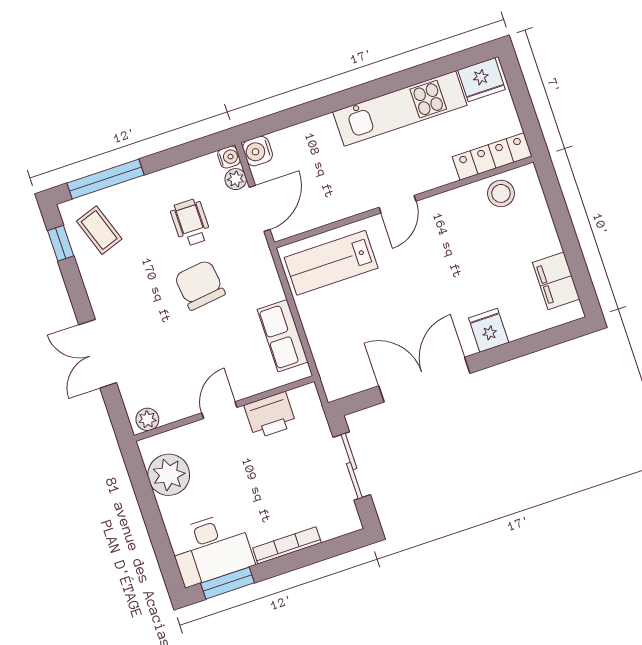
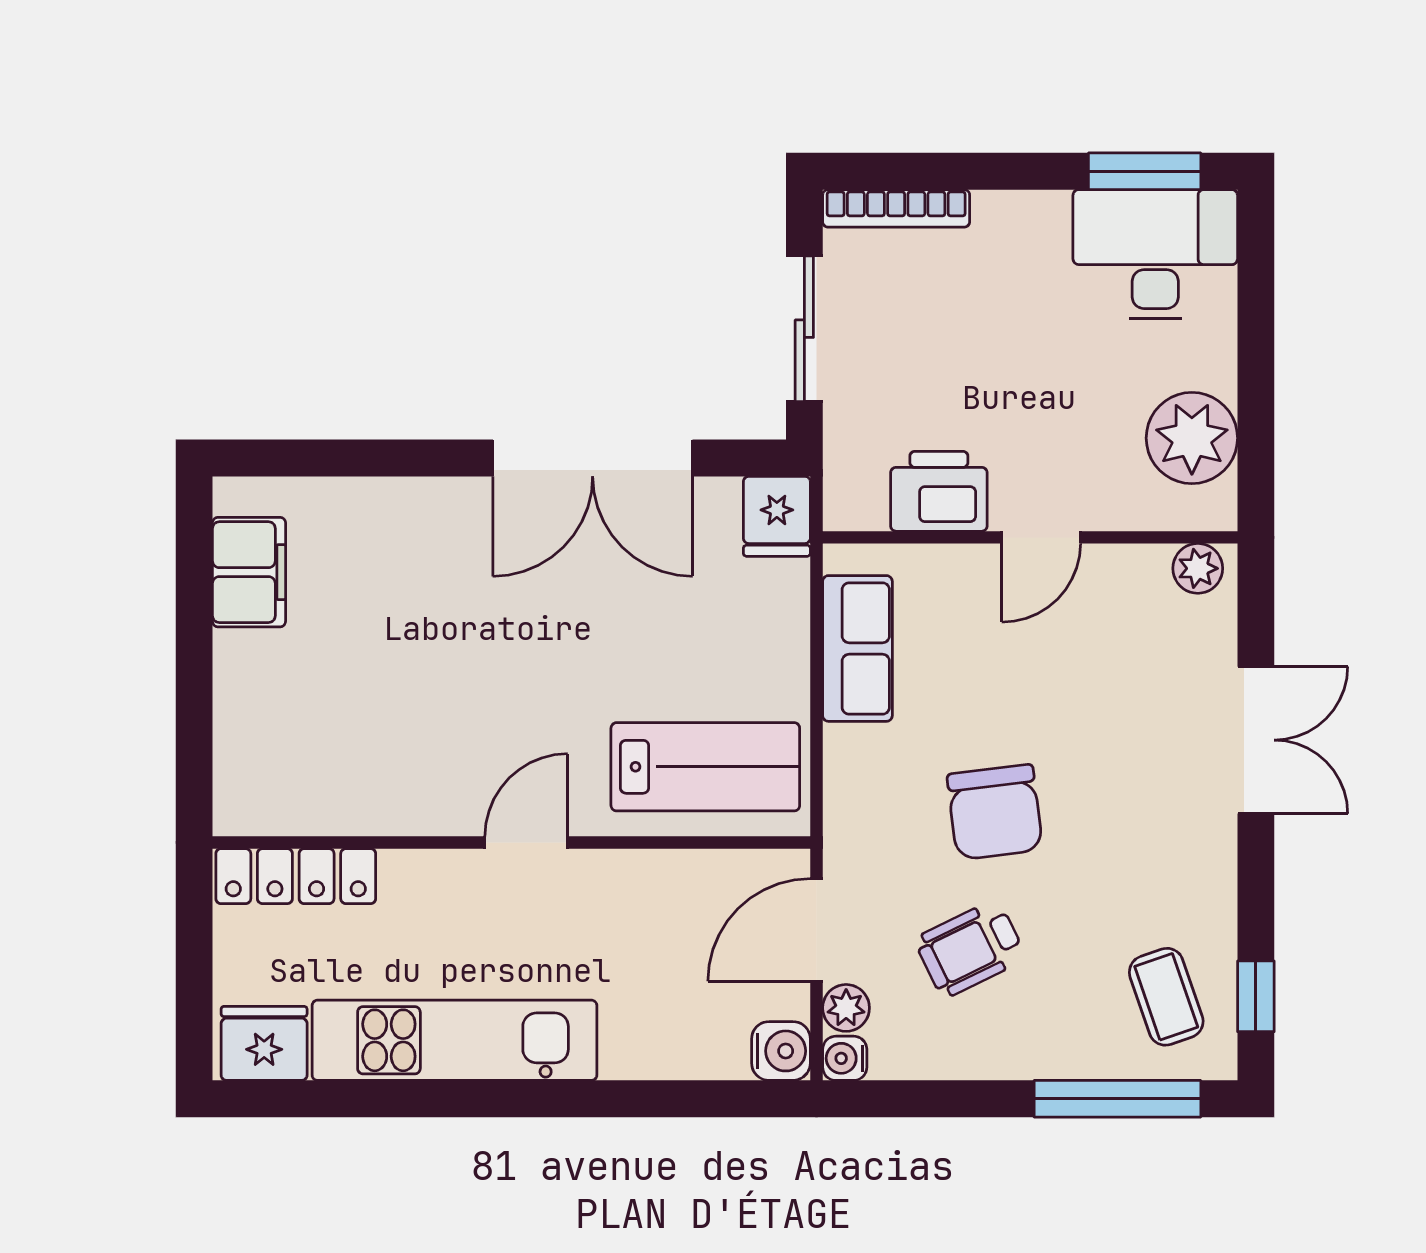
stool: (501, 193) -> (303, 793), removed
wheelchair: (191, 223) -> (970, 949), turned 64
fridge: (489, 330) -> (777, 516), moved
bookcase: (287, 545) -> (896, 208), moved

